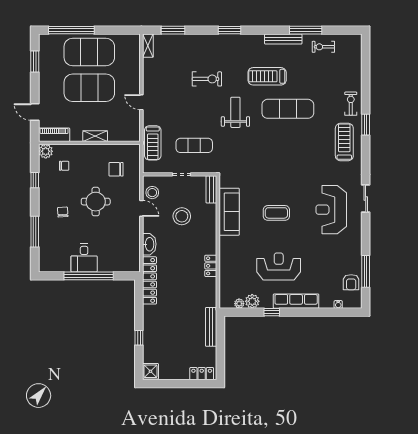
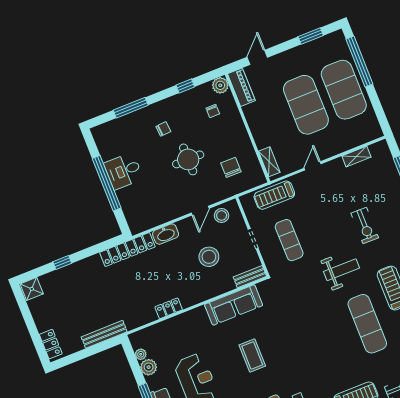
shelving: (148, 46) -> (356, 156), moved
shelving: (95, 136) -> (269, 162), moved

